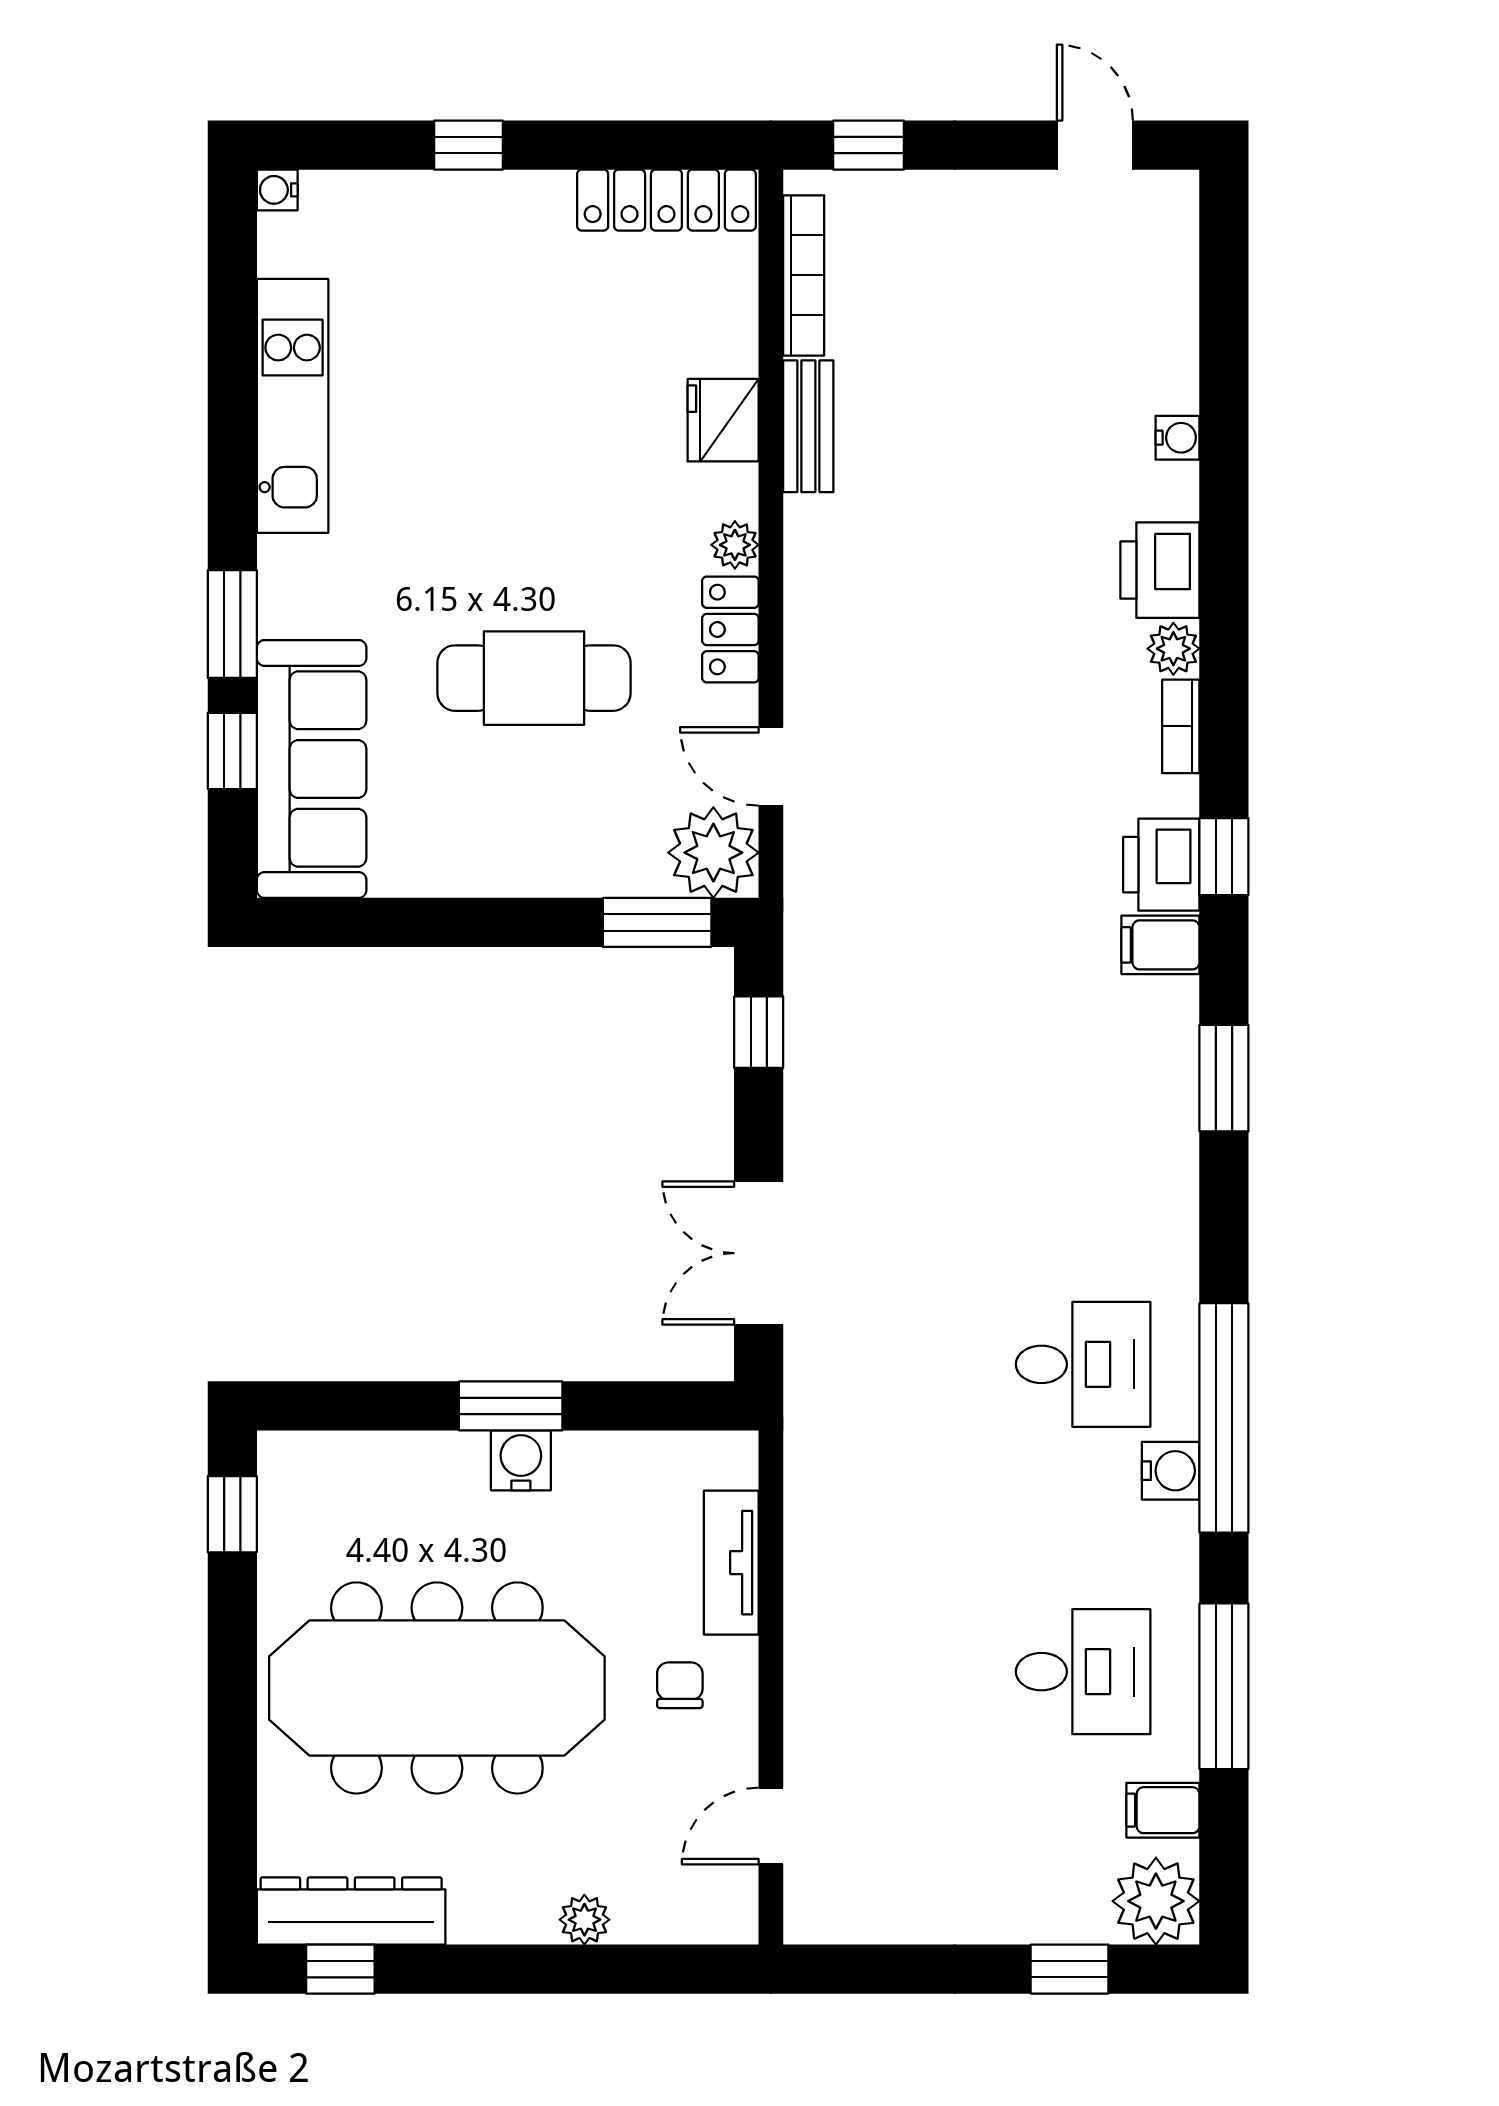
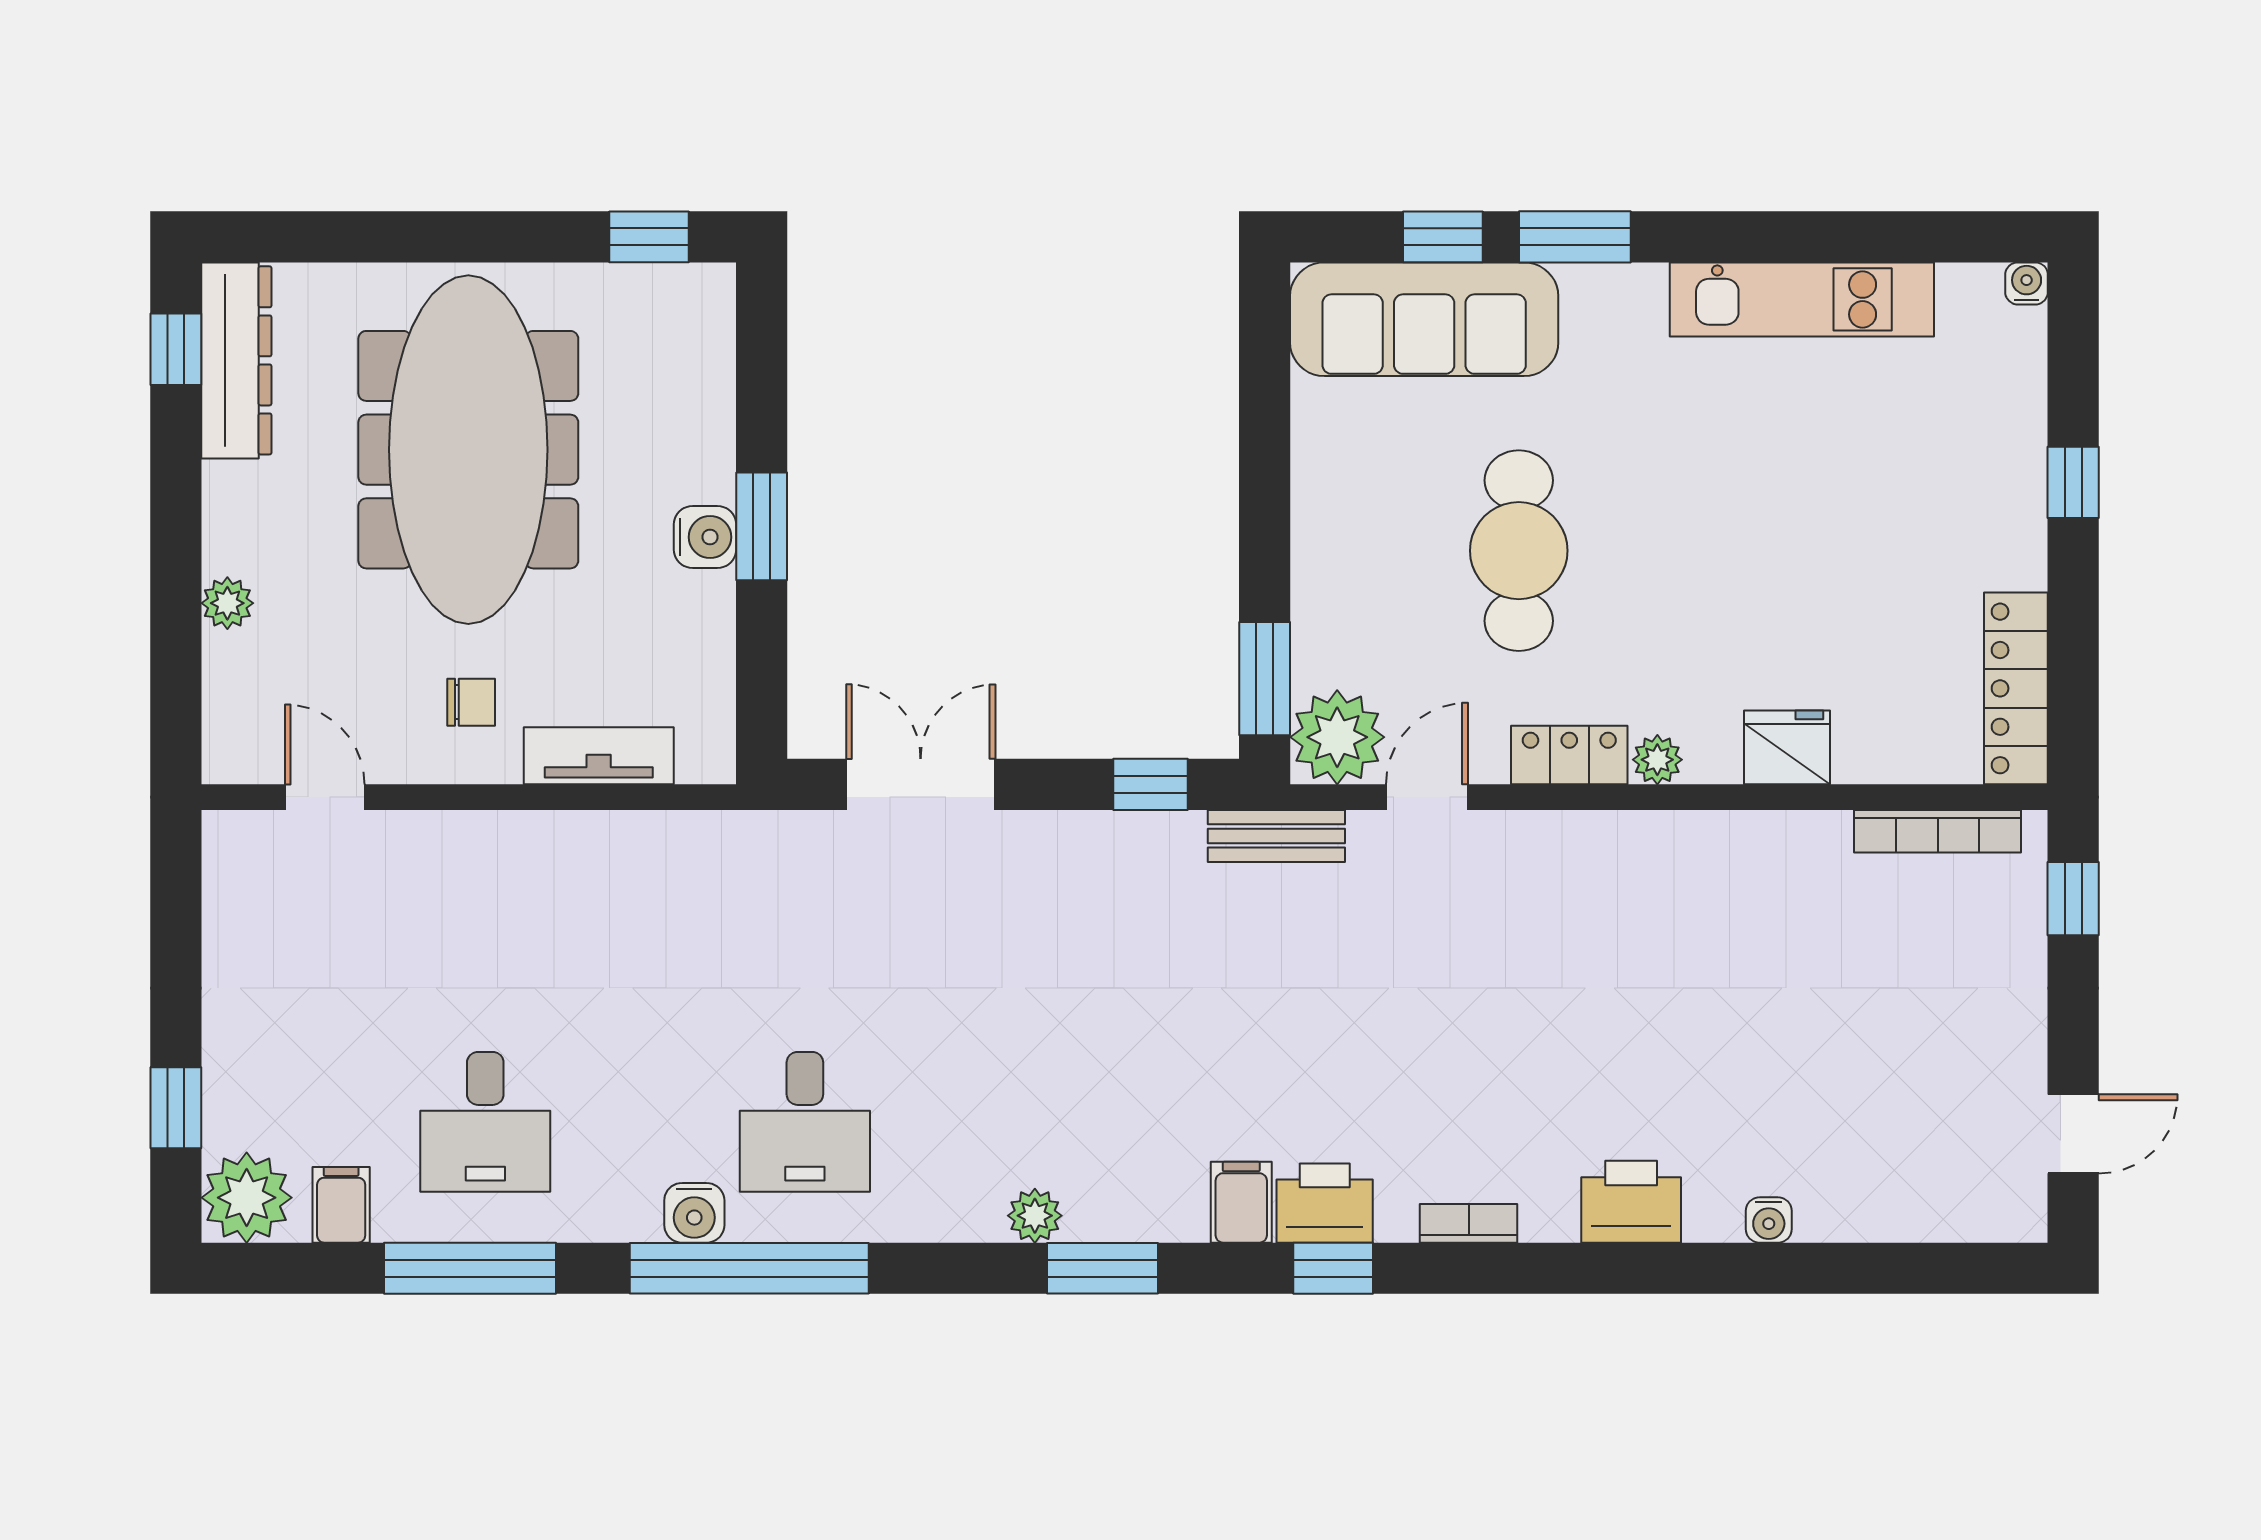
bench: (808, 426) -> (1276, 836), moved
plant: (1173, 649) -> (1035, 1216), moved

